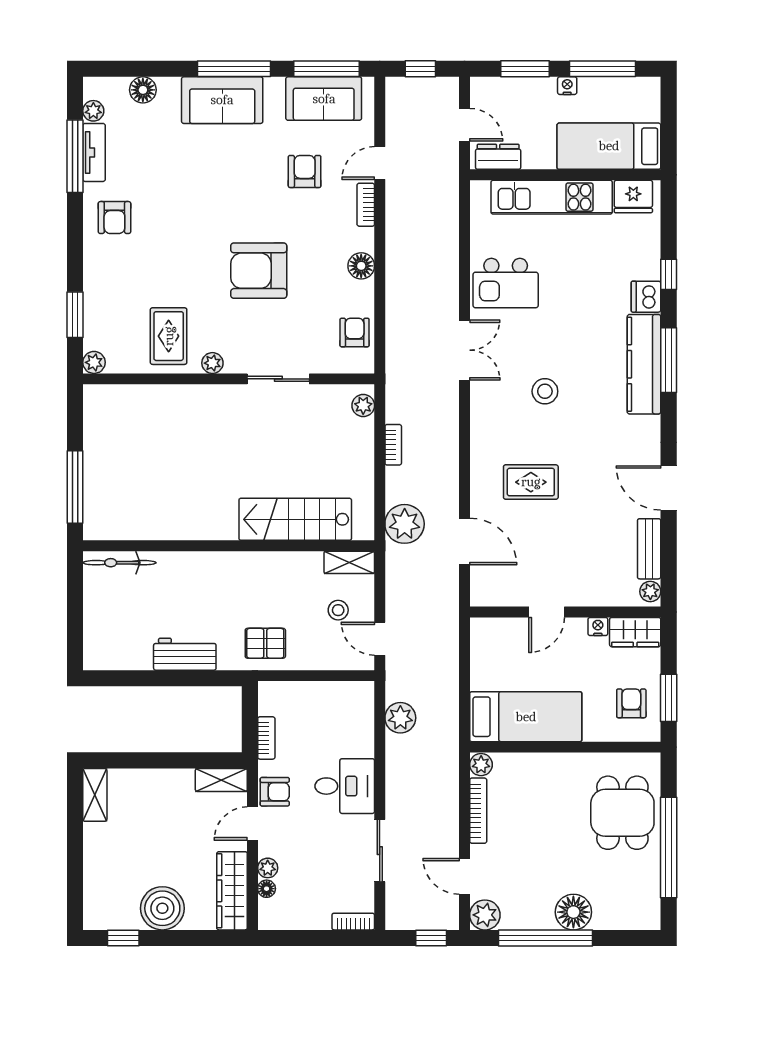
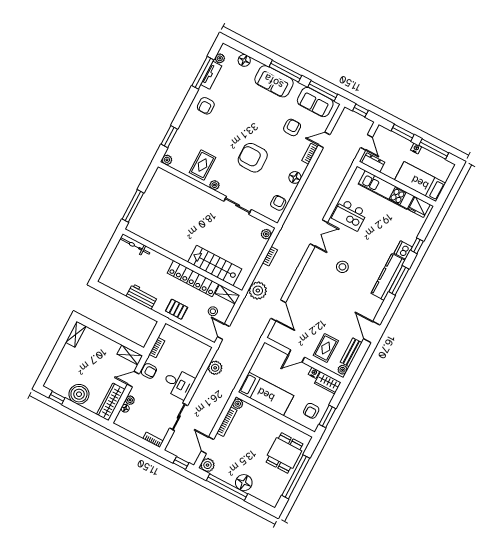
rug: (531, 482) -> (326, 348), moved, turned 90
locker: (266, 567) -> (193, 279), added
armchair: (631, 703) -> (311, 411), turned 180

